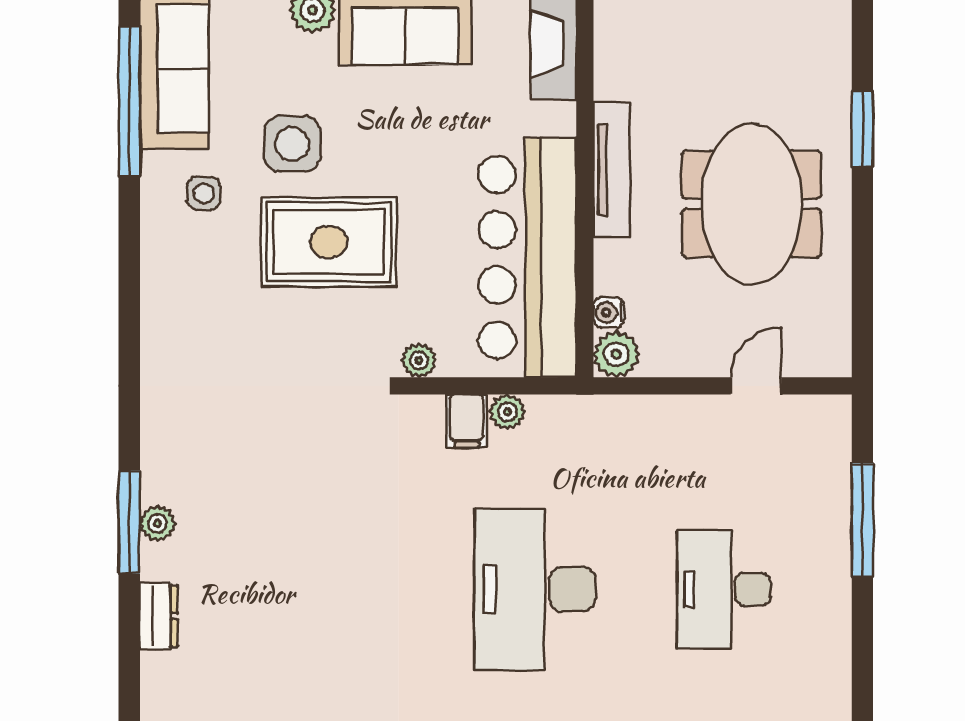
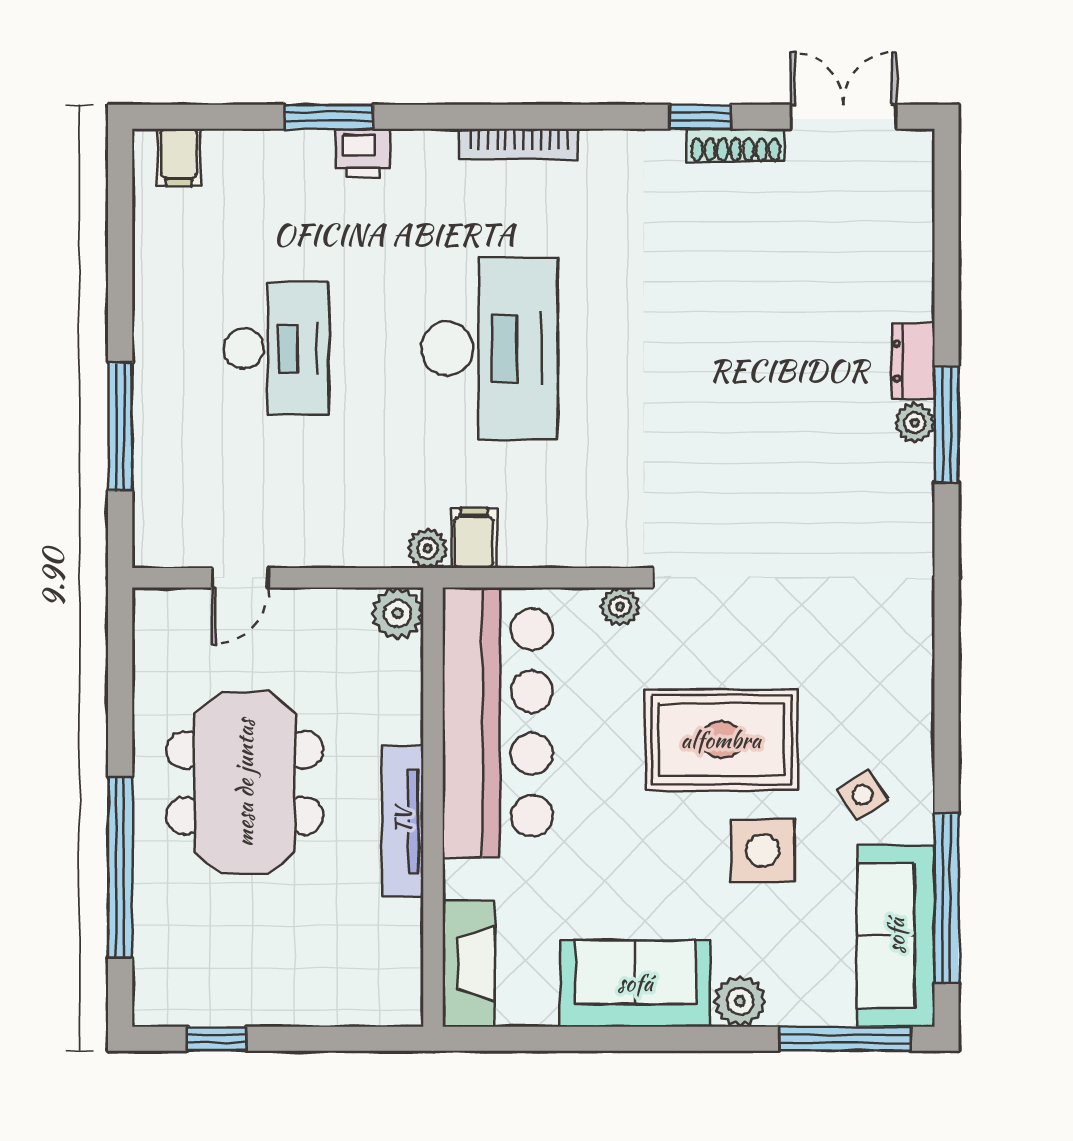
window: (862, 129) -> (120, 868), width x2.11
side table: (204, 193) -> (863, 795), turned -33
water cooler: (609, 312) -> (406, 660), removed
plant: (508, 412) -> (428, 548), moved
filing cabinet: (467, 421) -> (474, 538), moved
dresser: (159, 616) -> (913, 361), moved

